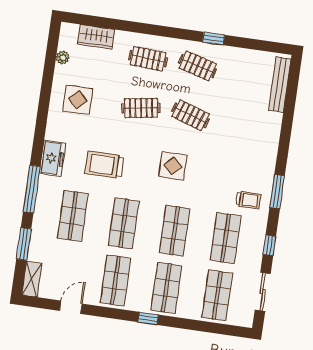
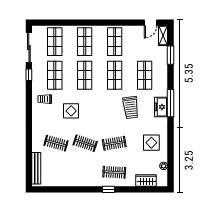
window: (214, 38) -> (108, 189), moved
clothes rail: (198, 66) -> (56, 143), moved
trolley: (104, 165) -> (131, 108), turned 83
display table: (173, 166) -> (71, 111), moved
window: (32, 189) -> (171, 103), moved
window: (277, 191) -> (29, 106), removed
sliding door: (263, 292) -> (29, 47), width x1.37
door: (71, 307) -> (151, 23), moved
window: (148, 318) -> (93, 23), removed

